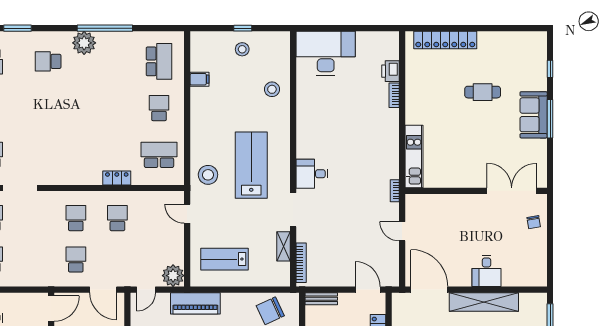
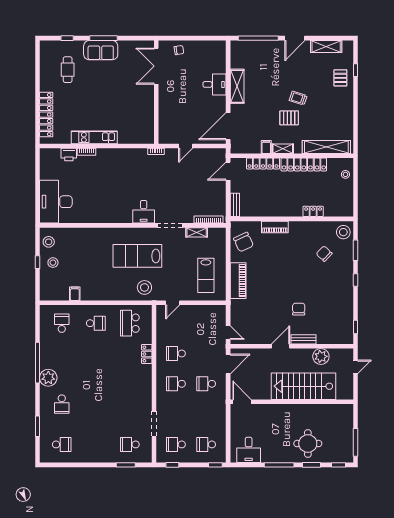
school desk: (159, 61) -> (62, 323), width x0.54
stool: (272, 89) -> (49, 242), moved
cafe table: (483, 92) -> (68, 70), moved
school desk: (159, 108) -> (96, 323), turned 180
kitchen unit: (414, 157) -> (94, 137), moved
plant: (173, 276) -> (218, 313), removed
shelving: (484, 302) -> (237, 86), width x0.68
piano: (195, 303) -> (238, 281), moved

